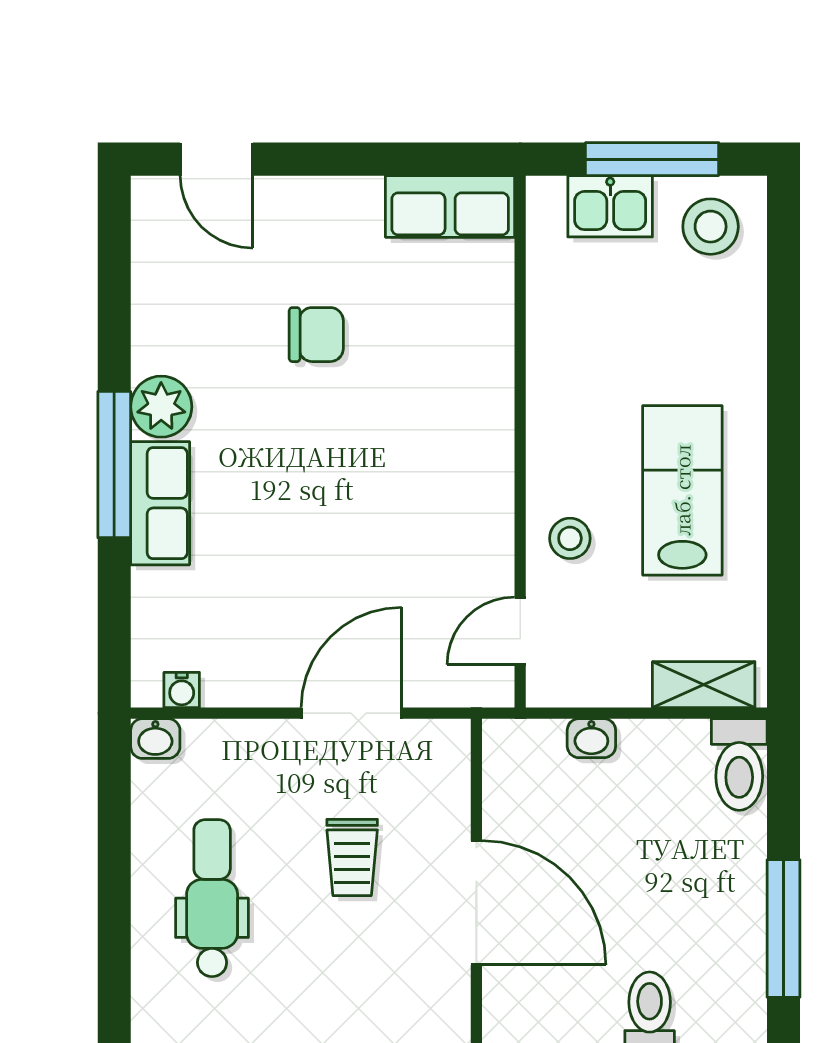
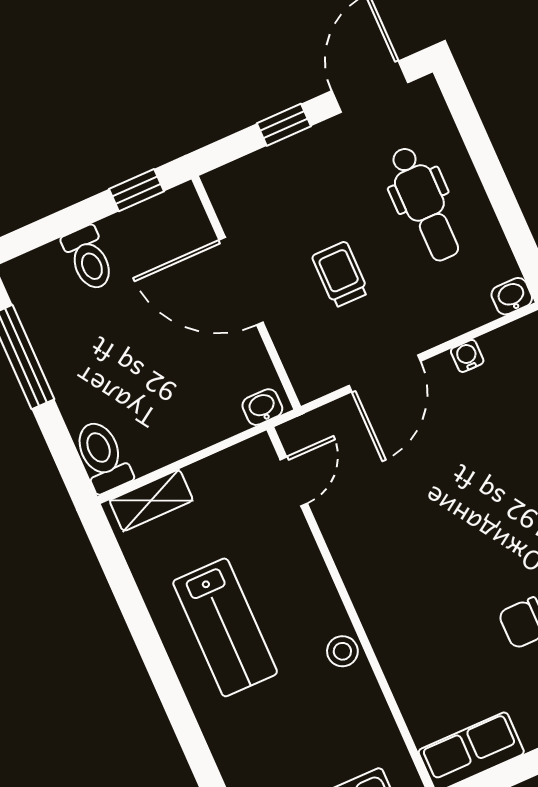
stool: (570, 538) -> (342, 651), moved
water cooler: (182, 690) -> (467, 356), moved
washbasin: (591, 738) -> (262, 407), moved

